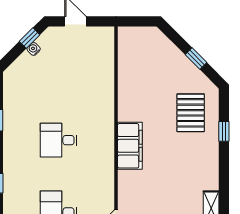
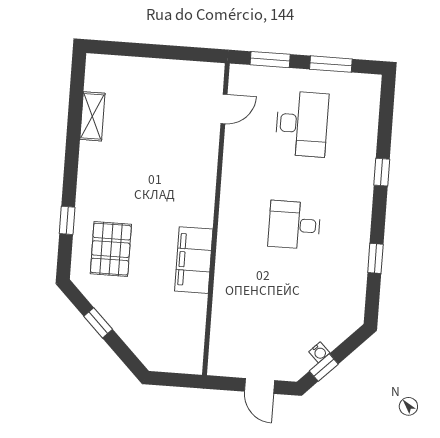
desk: (59, 140) -> (294, 225), turned 180
filing cabinet: (130, 146) -> (194, 260), moved

